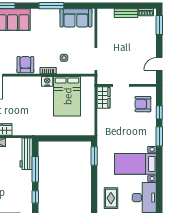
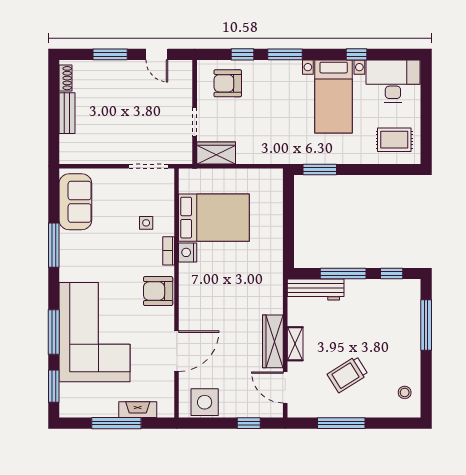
window: (159, 25) -> (110, 54), moved
armchair: (143, 104) -> (228, 83), turned 90
window: (159, 177) -> (356, 54), added

